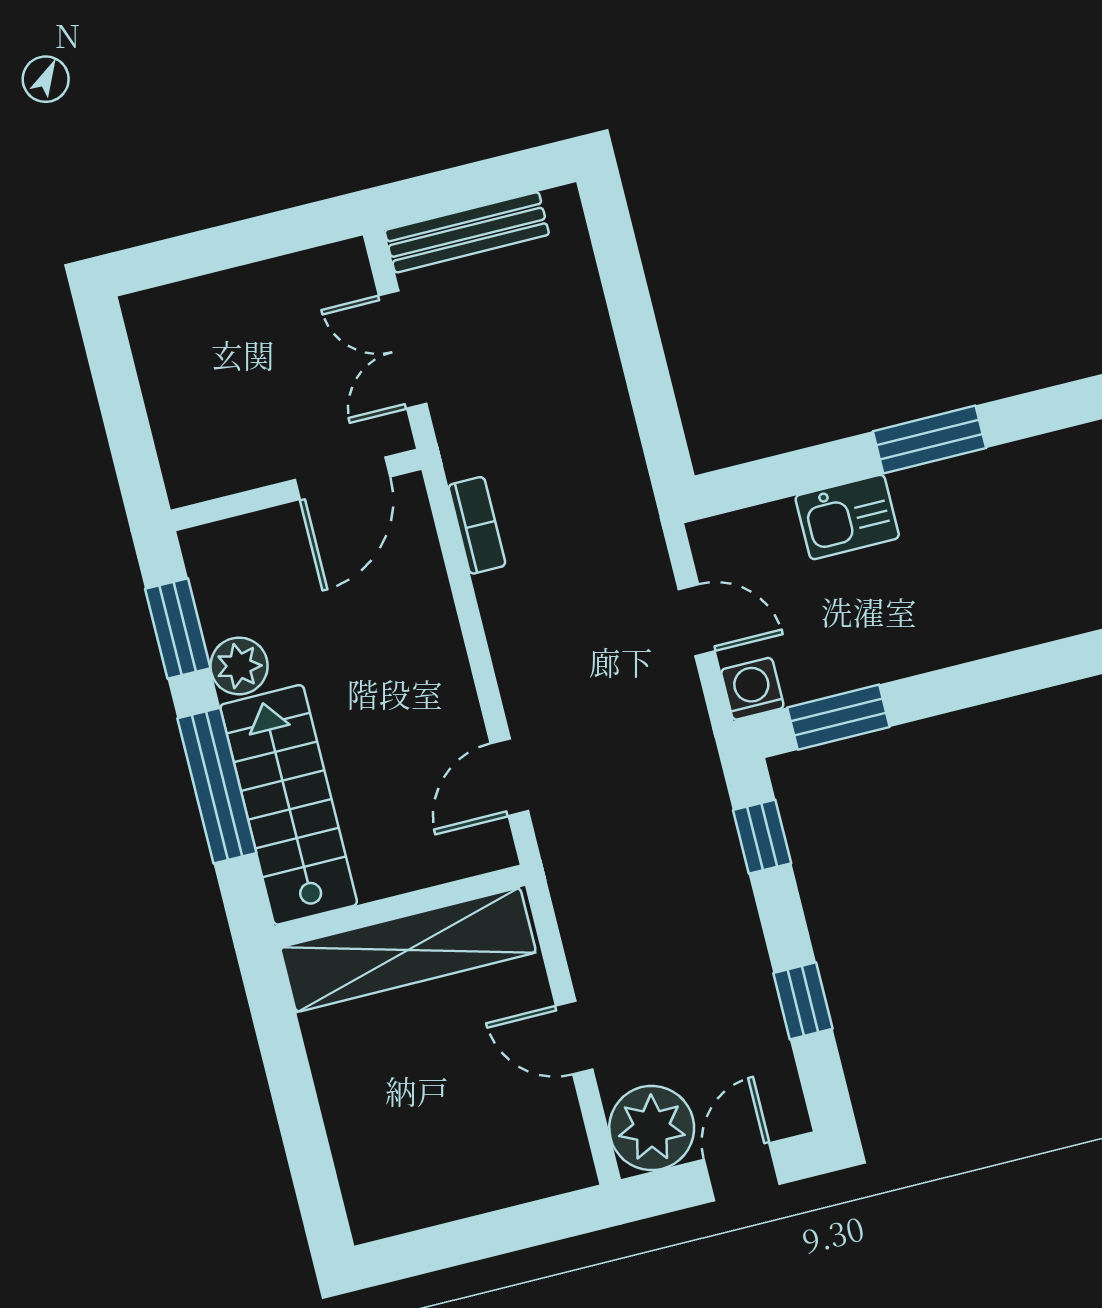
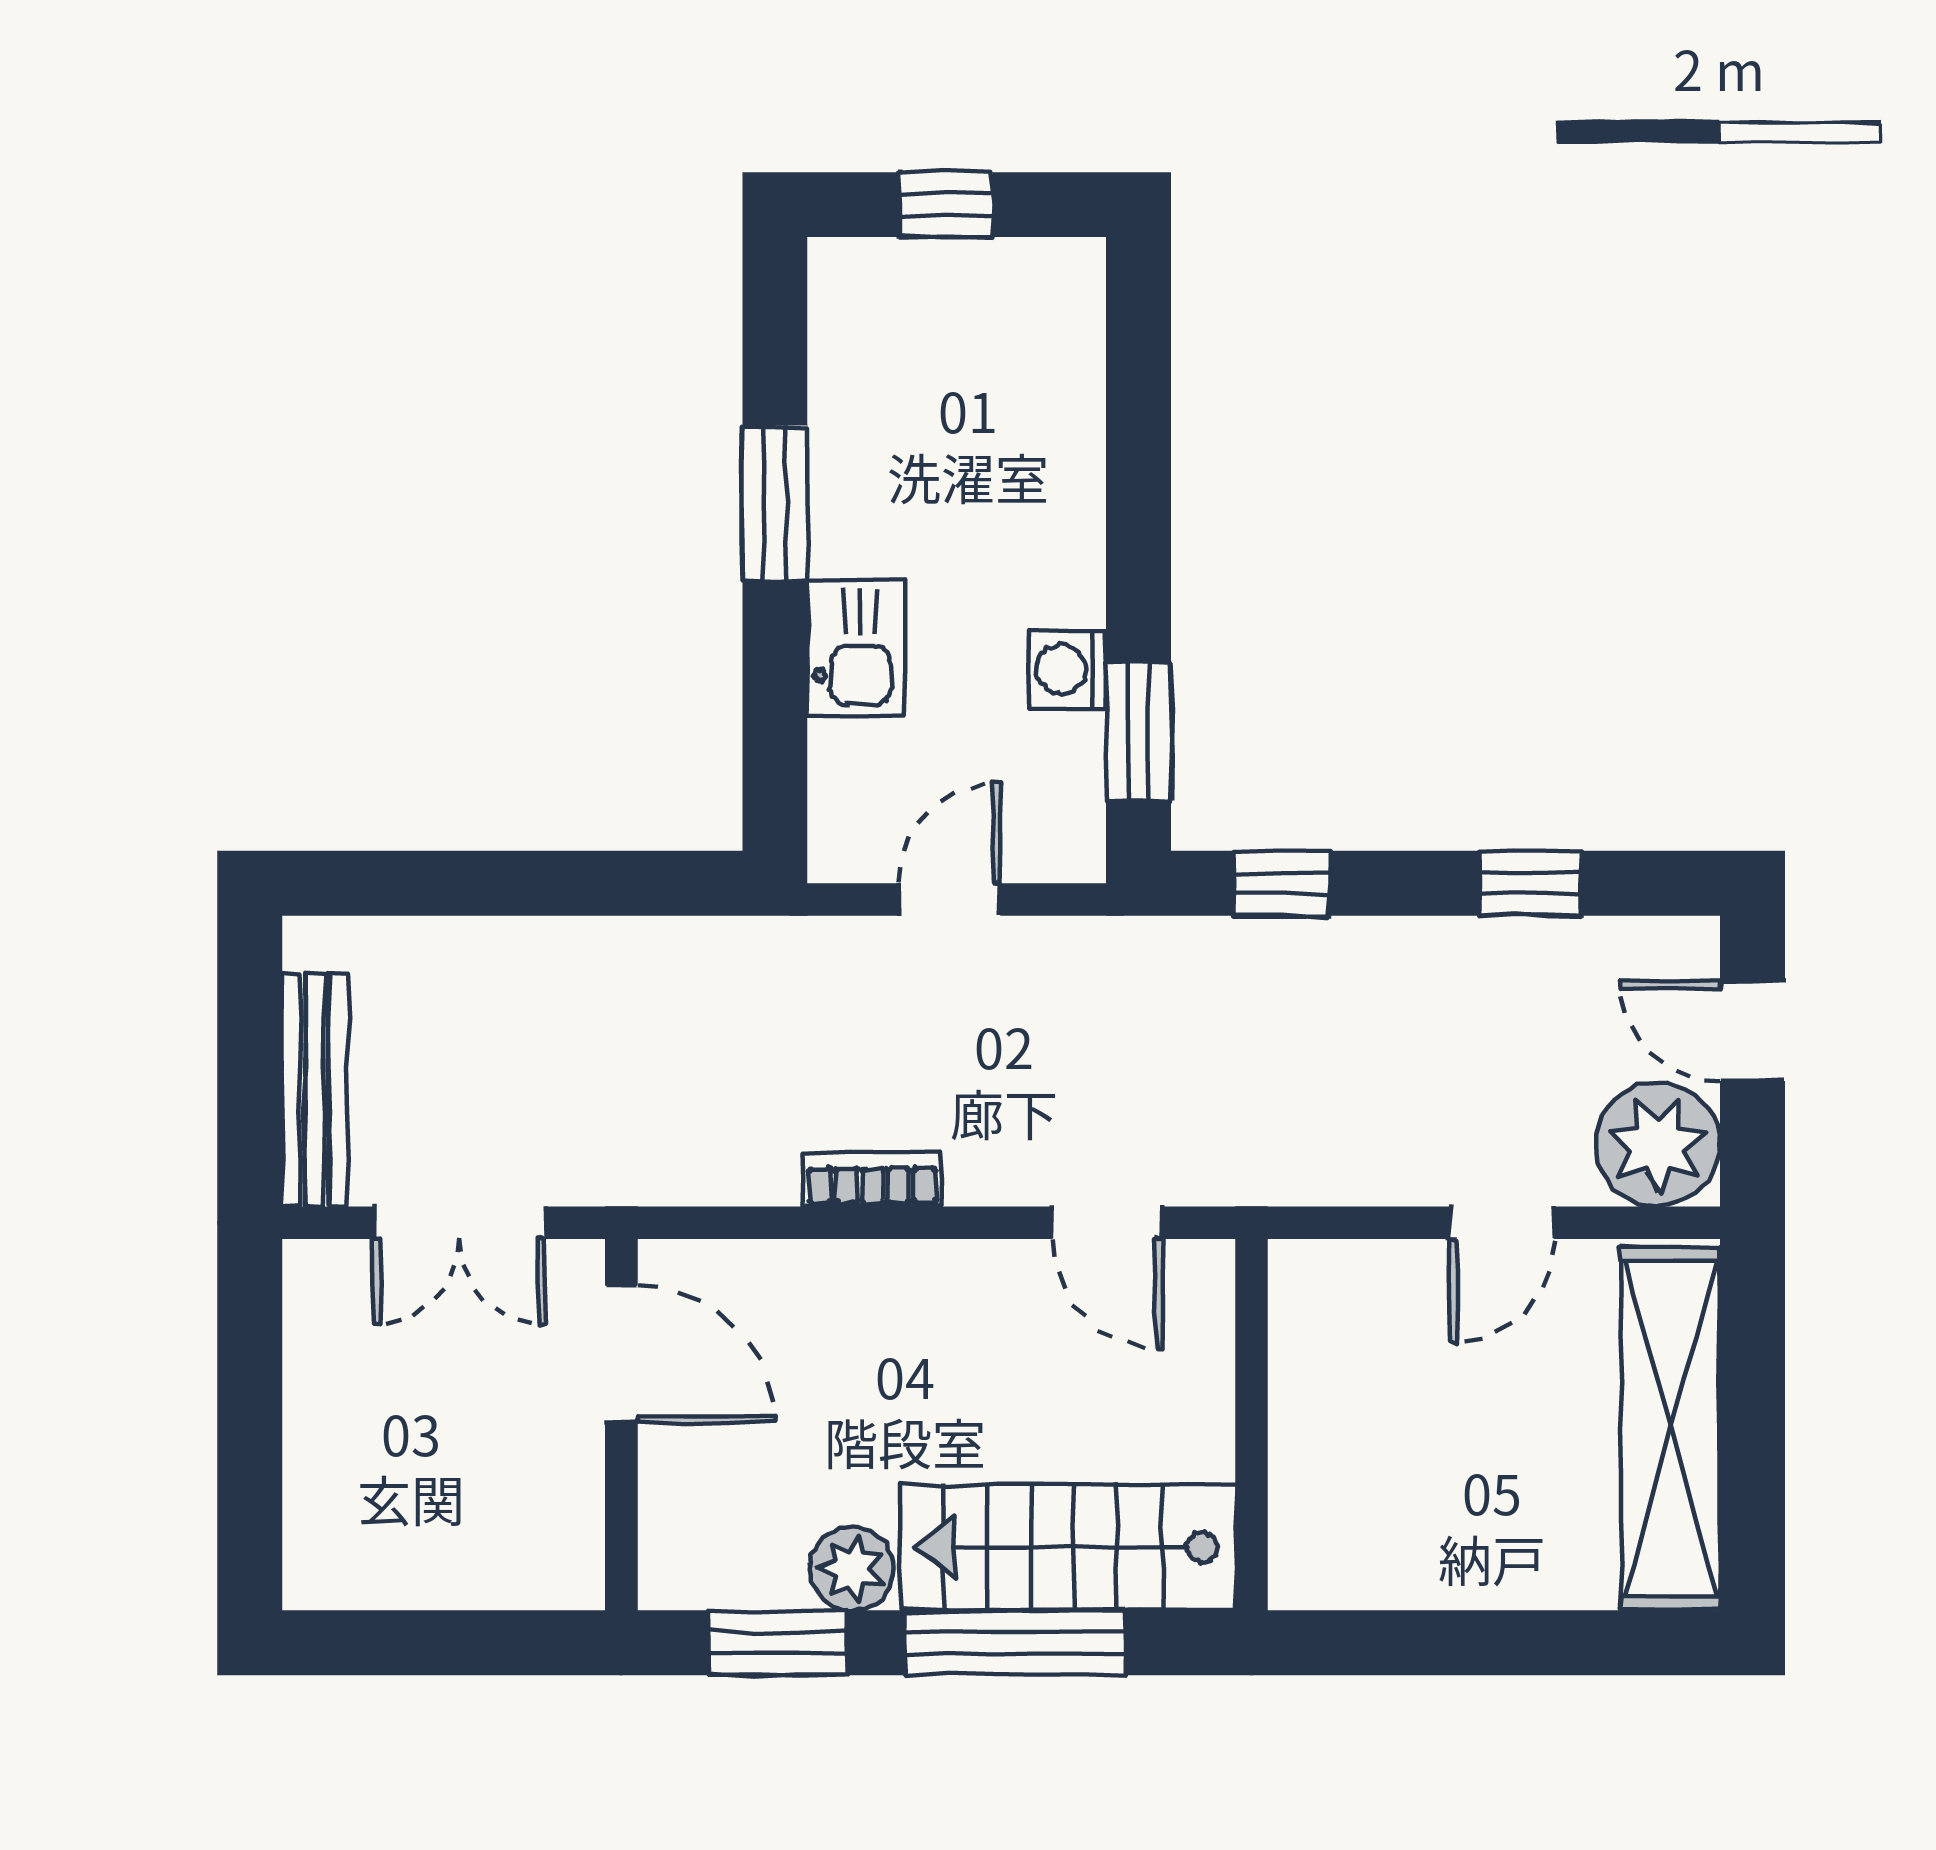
bookcase: (477, 525) -> (872, 1179), moved
washing machine: (752, 689) -> (1067, 669), moved
shelving: (408, 950) -> (1671, 1429), moved

